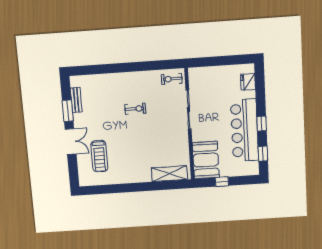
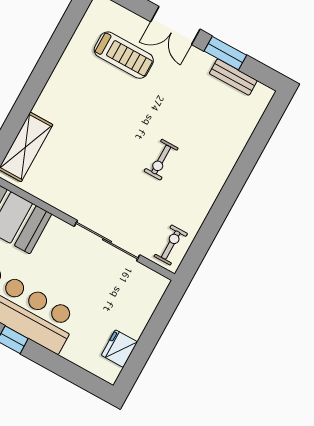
fridge: (248, 82) -> (119, 349), moved, turned -90
treadmill: (99, 156) -> (124, 55), turned 180

